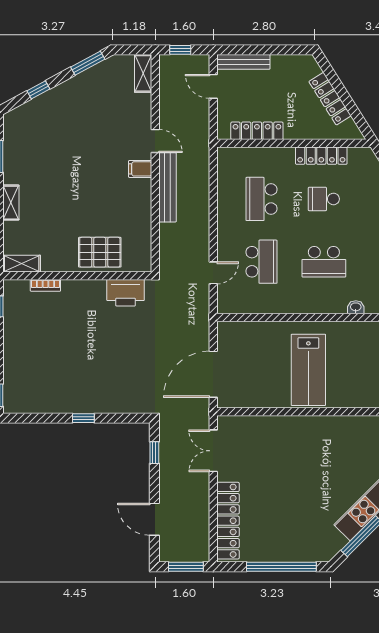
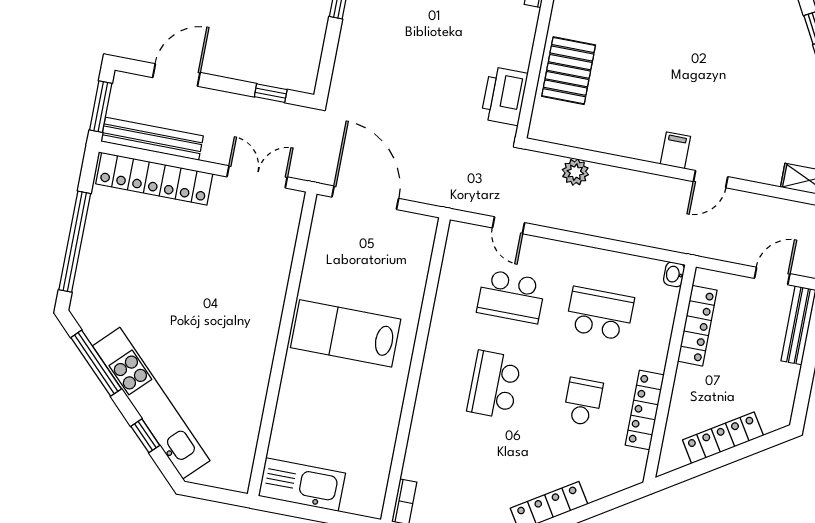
bench: (167, 187) -> (152, 139), moved
plant: (168, 234) -> (575, 172), added
washbasin: (356, 307) -> (674, 274), moved, turned 180

